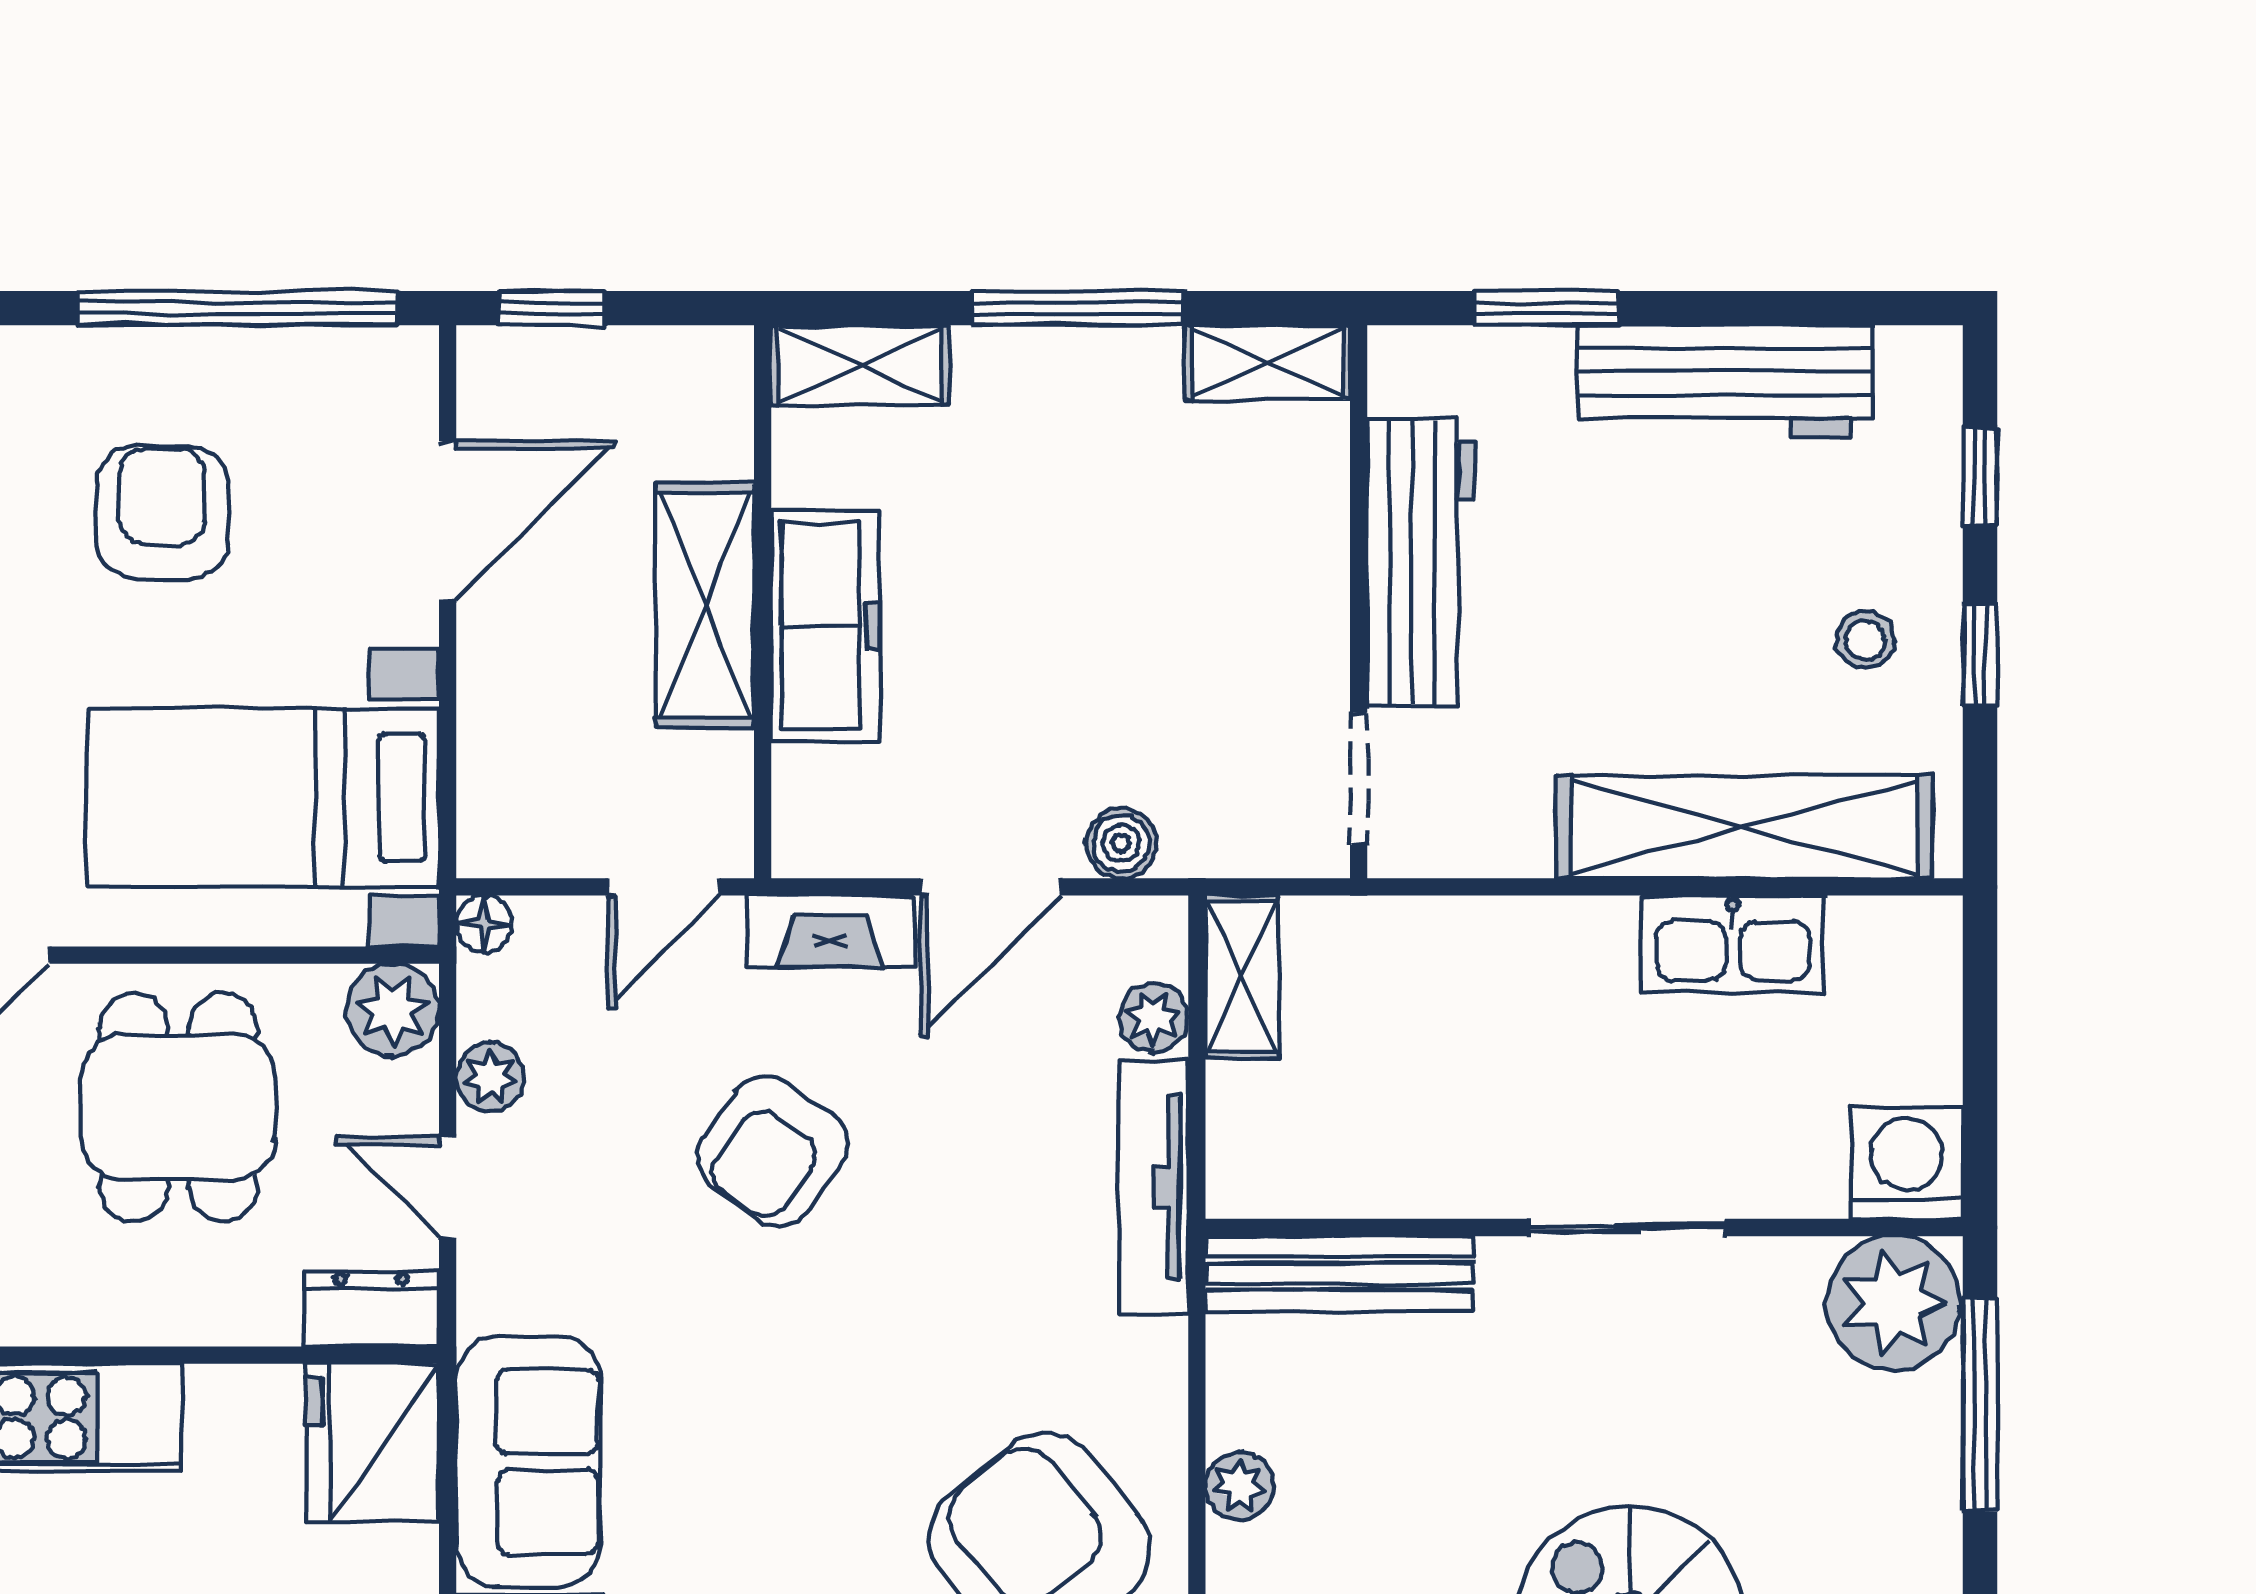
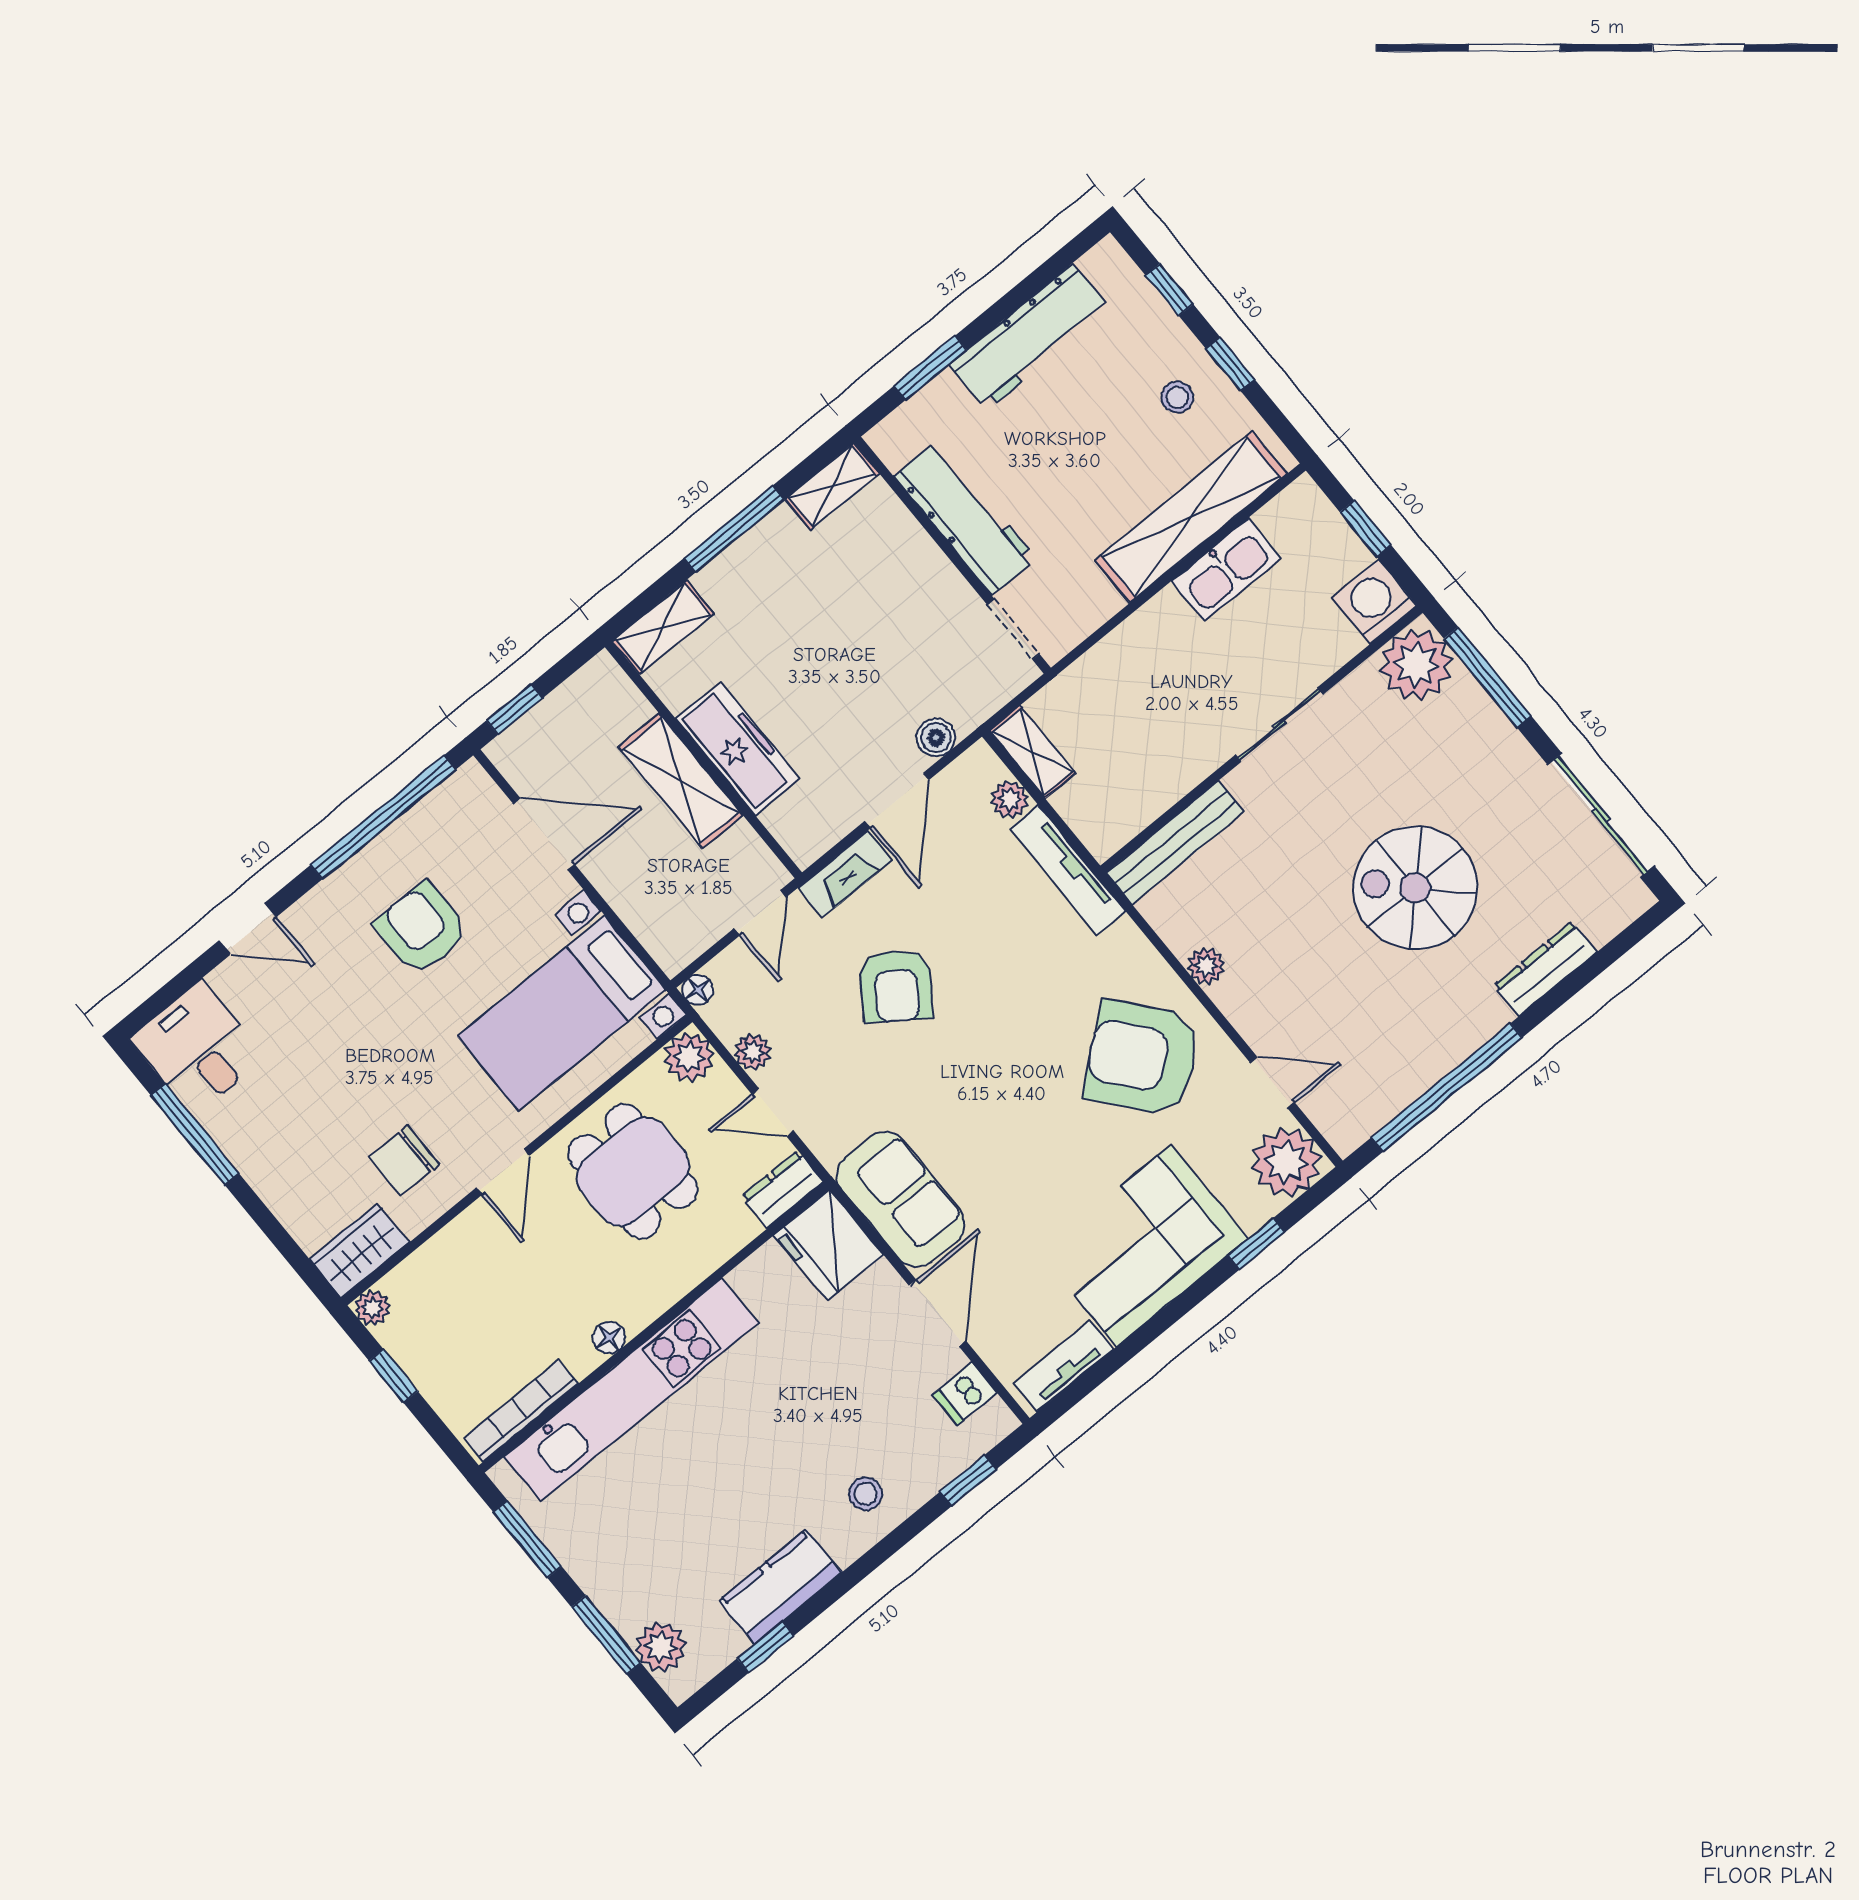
door: (448, 521) -> (544, 834), hinge flipped
window: (1980, 1048) -> (1365, 528), added

